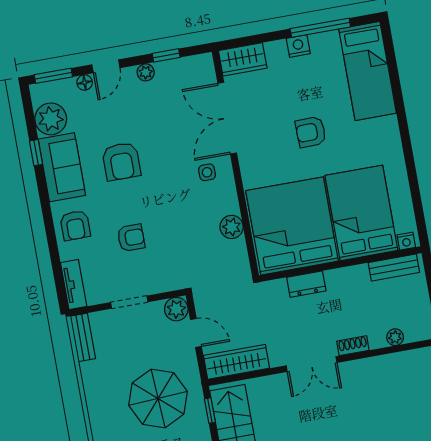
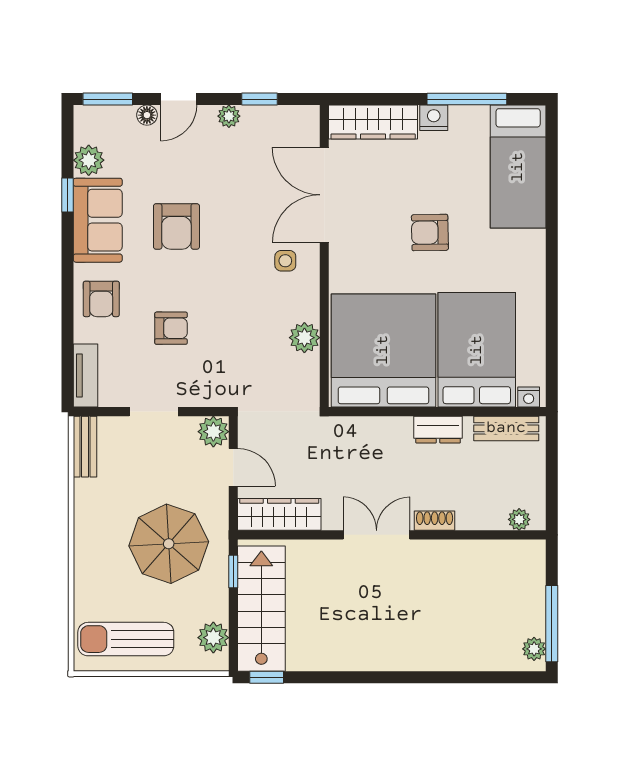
wardrobe: (243, 59) -> (373, 122), width x1.50
plant: (51, 119) -> (89, 160), width x0.73, depth x0.73
dresser: (306, 284) -> (438, 430), moved
plant: (395, 337) -> (519, 519), moved
double door: (312, 364) -> (377, 535), swing flipped

